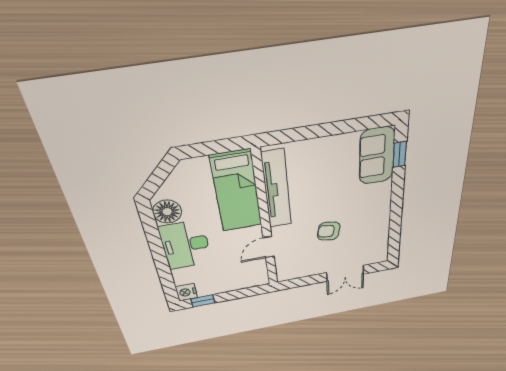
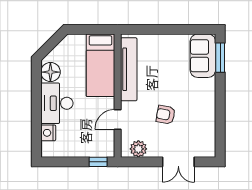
window: (400, 154) -> (220, 58), width x1.50
plant: (298, 271) -> (138, 149), added
nightstand: (186, 292) -> (48, 133), moved
window: (203, 301) -> (98, 162), moved

